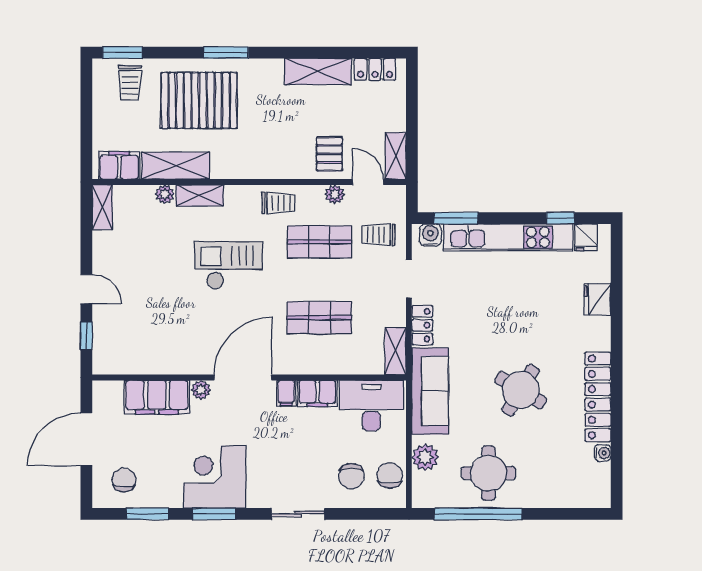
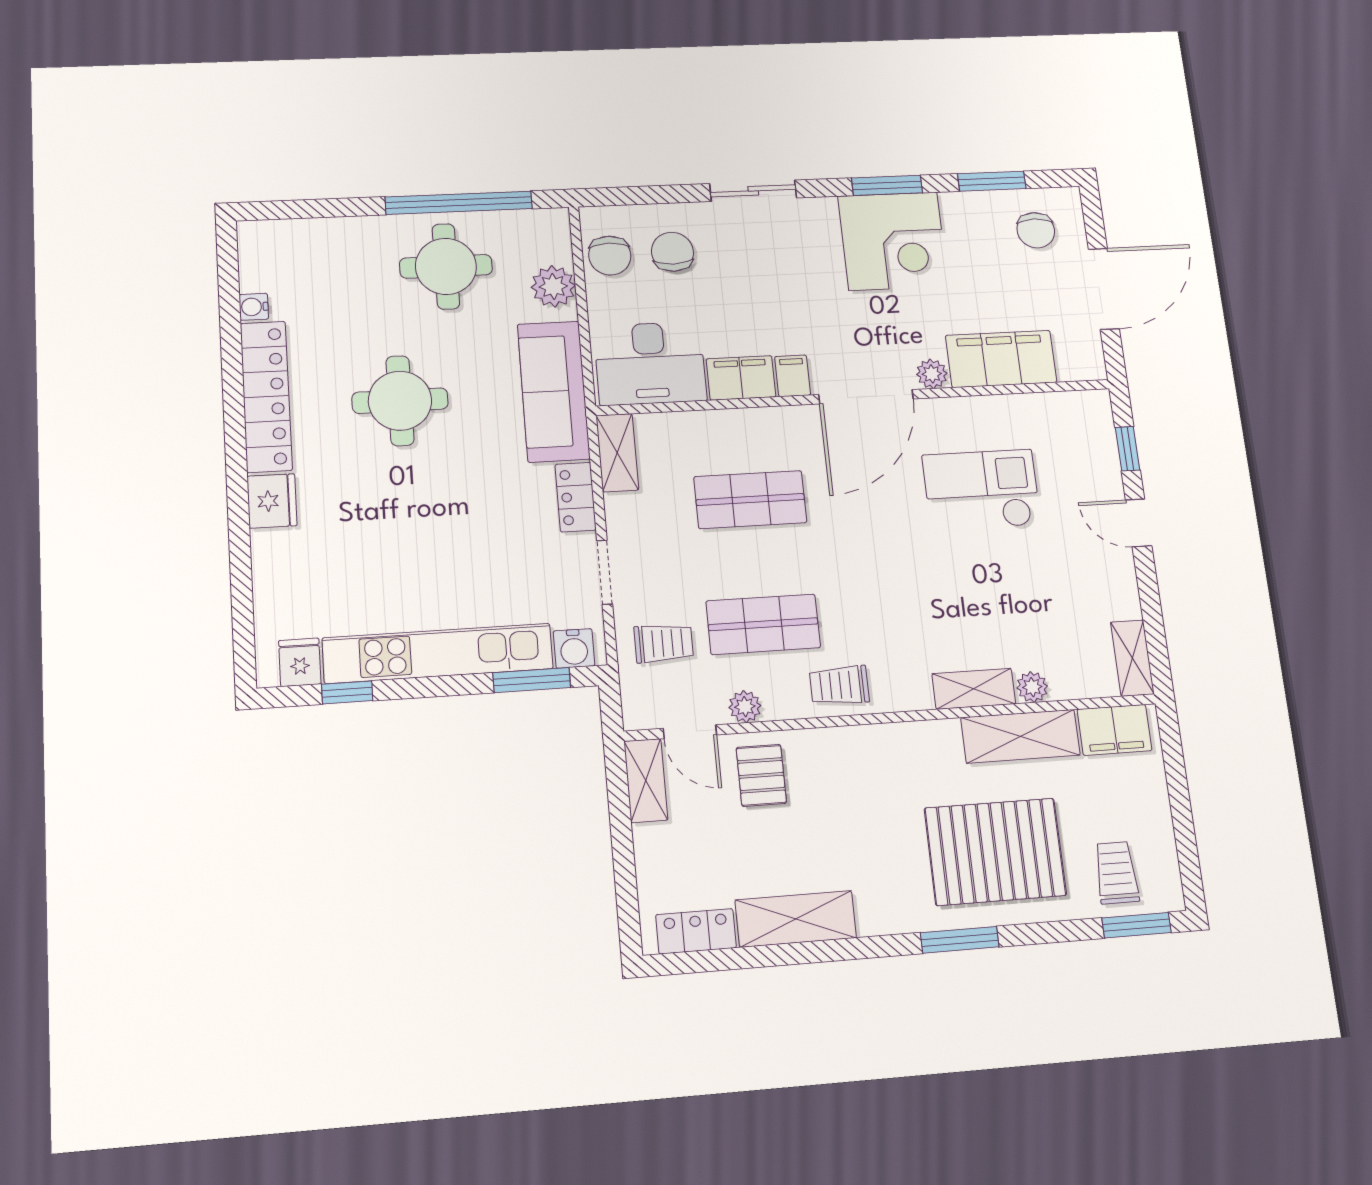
checkout: (229, 265) -> (981, 490), moved, turned 180
fridge: (597, 299) -> (272, 501), moved
round table: (521, 390) -> (400, 401), turned -31

